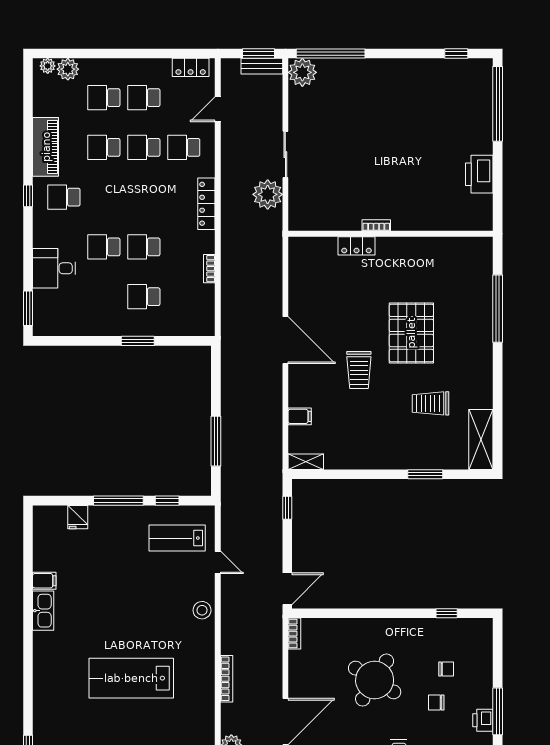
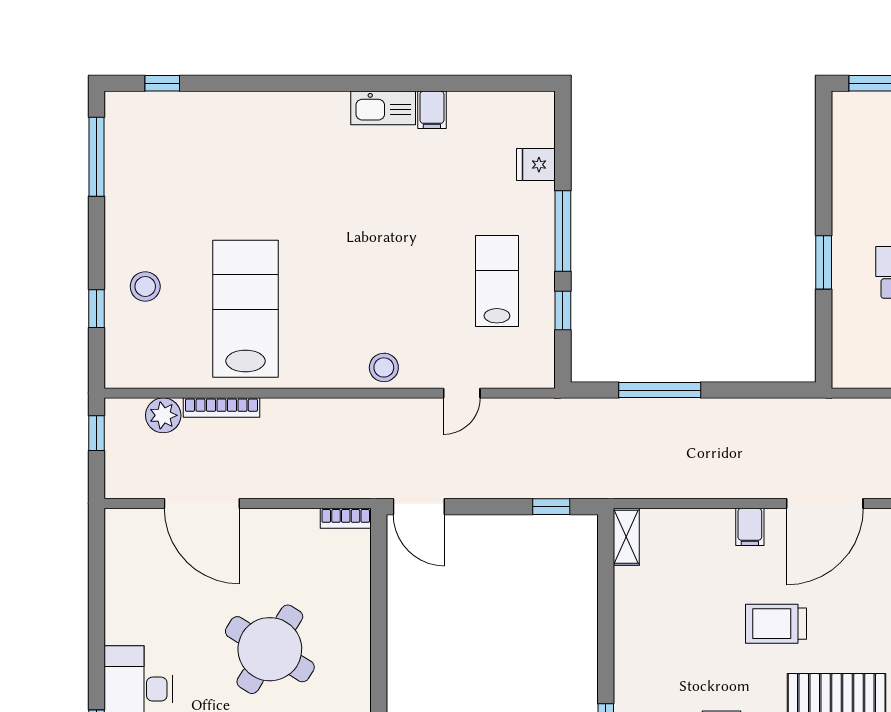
filing cabinet: (300, 416) -> (750, 527), moved
lab bench: (177, 538) -> (497, 281), moved
lab bench: (131, 678) -> (246, 309), moved
bookcase: (227, 679) -> (221, 408), moved

